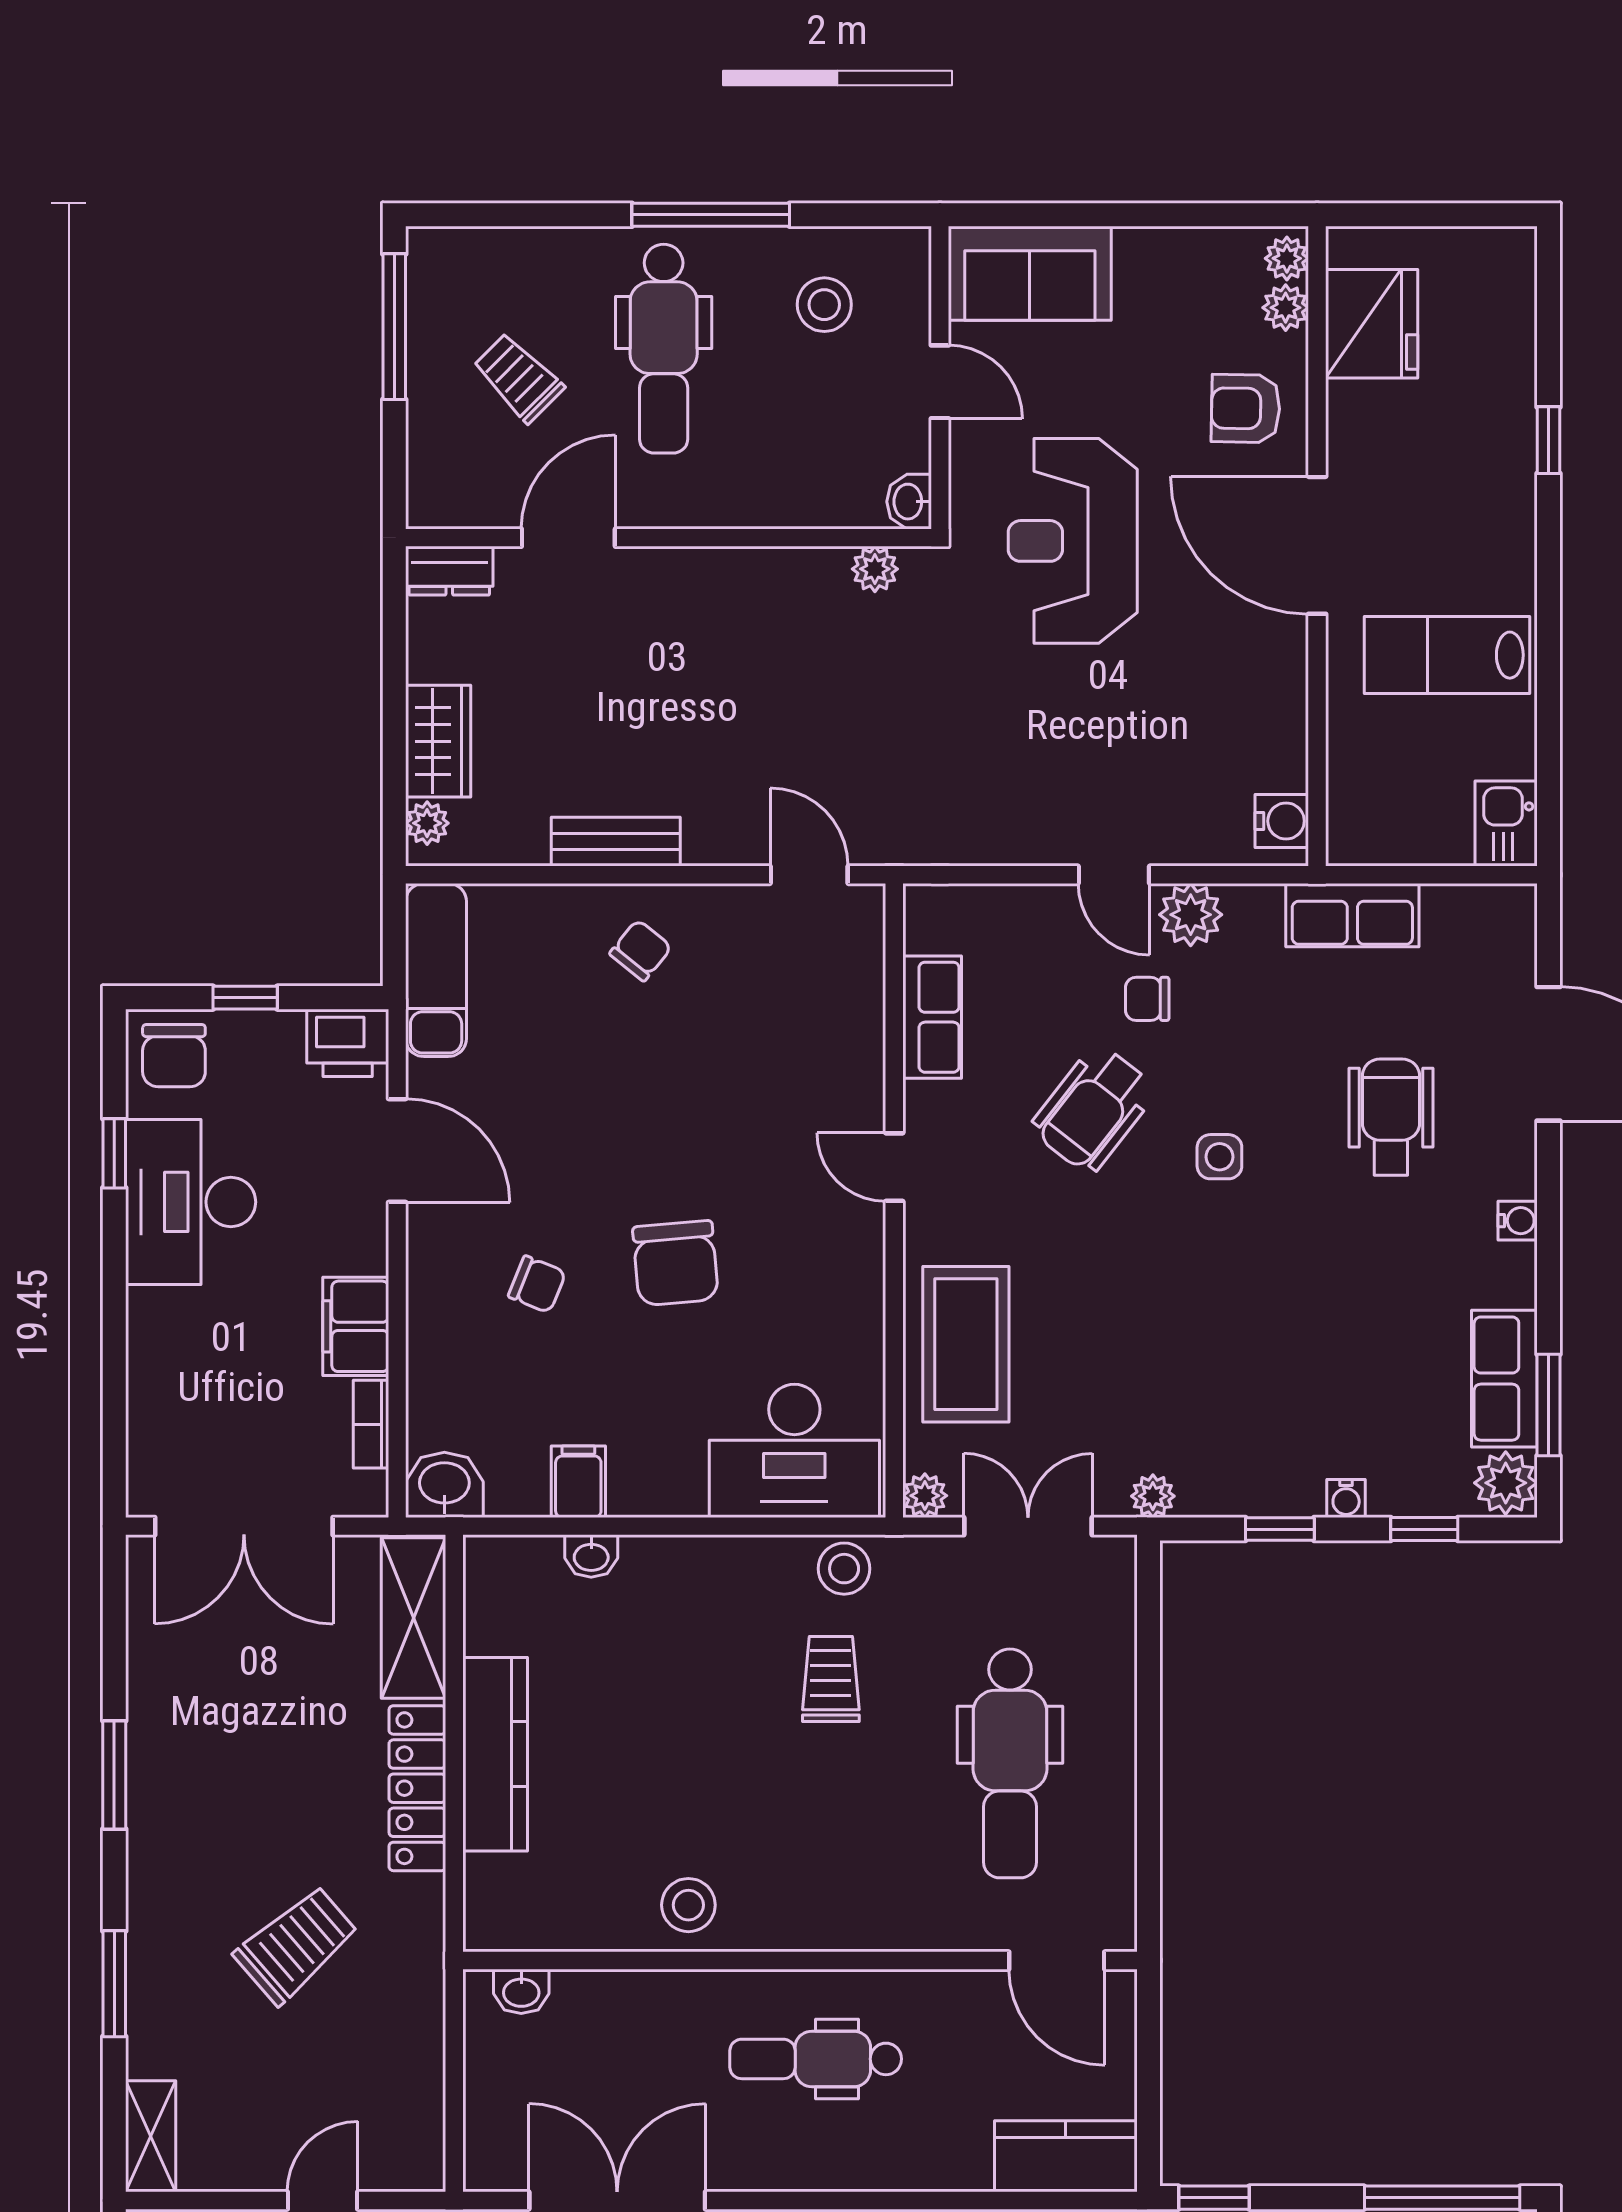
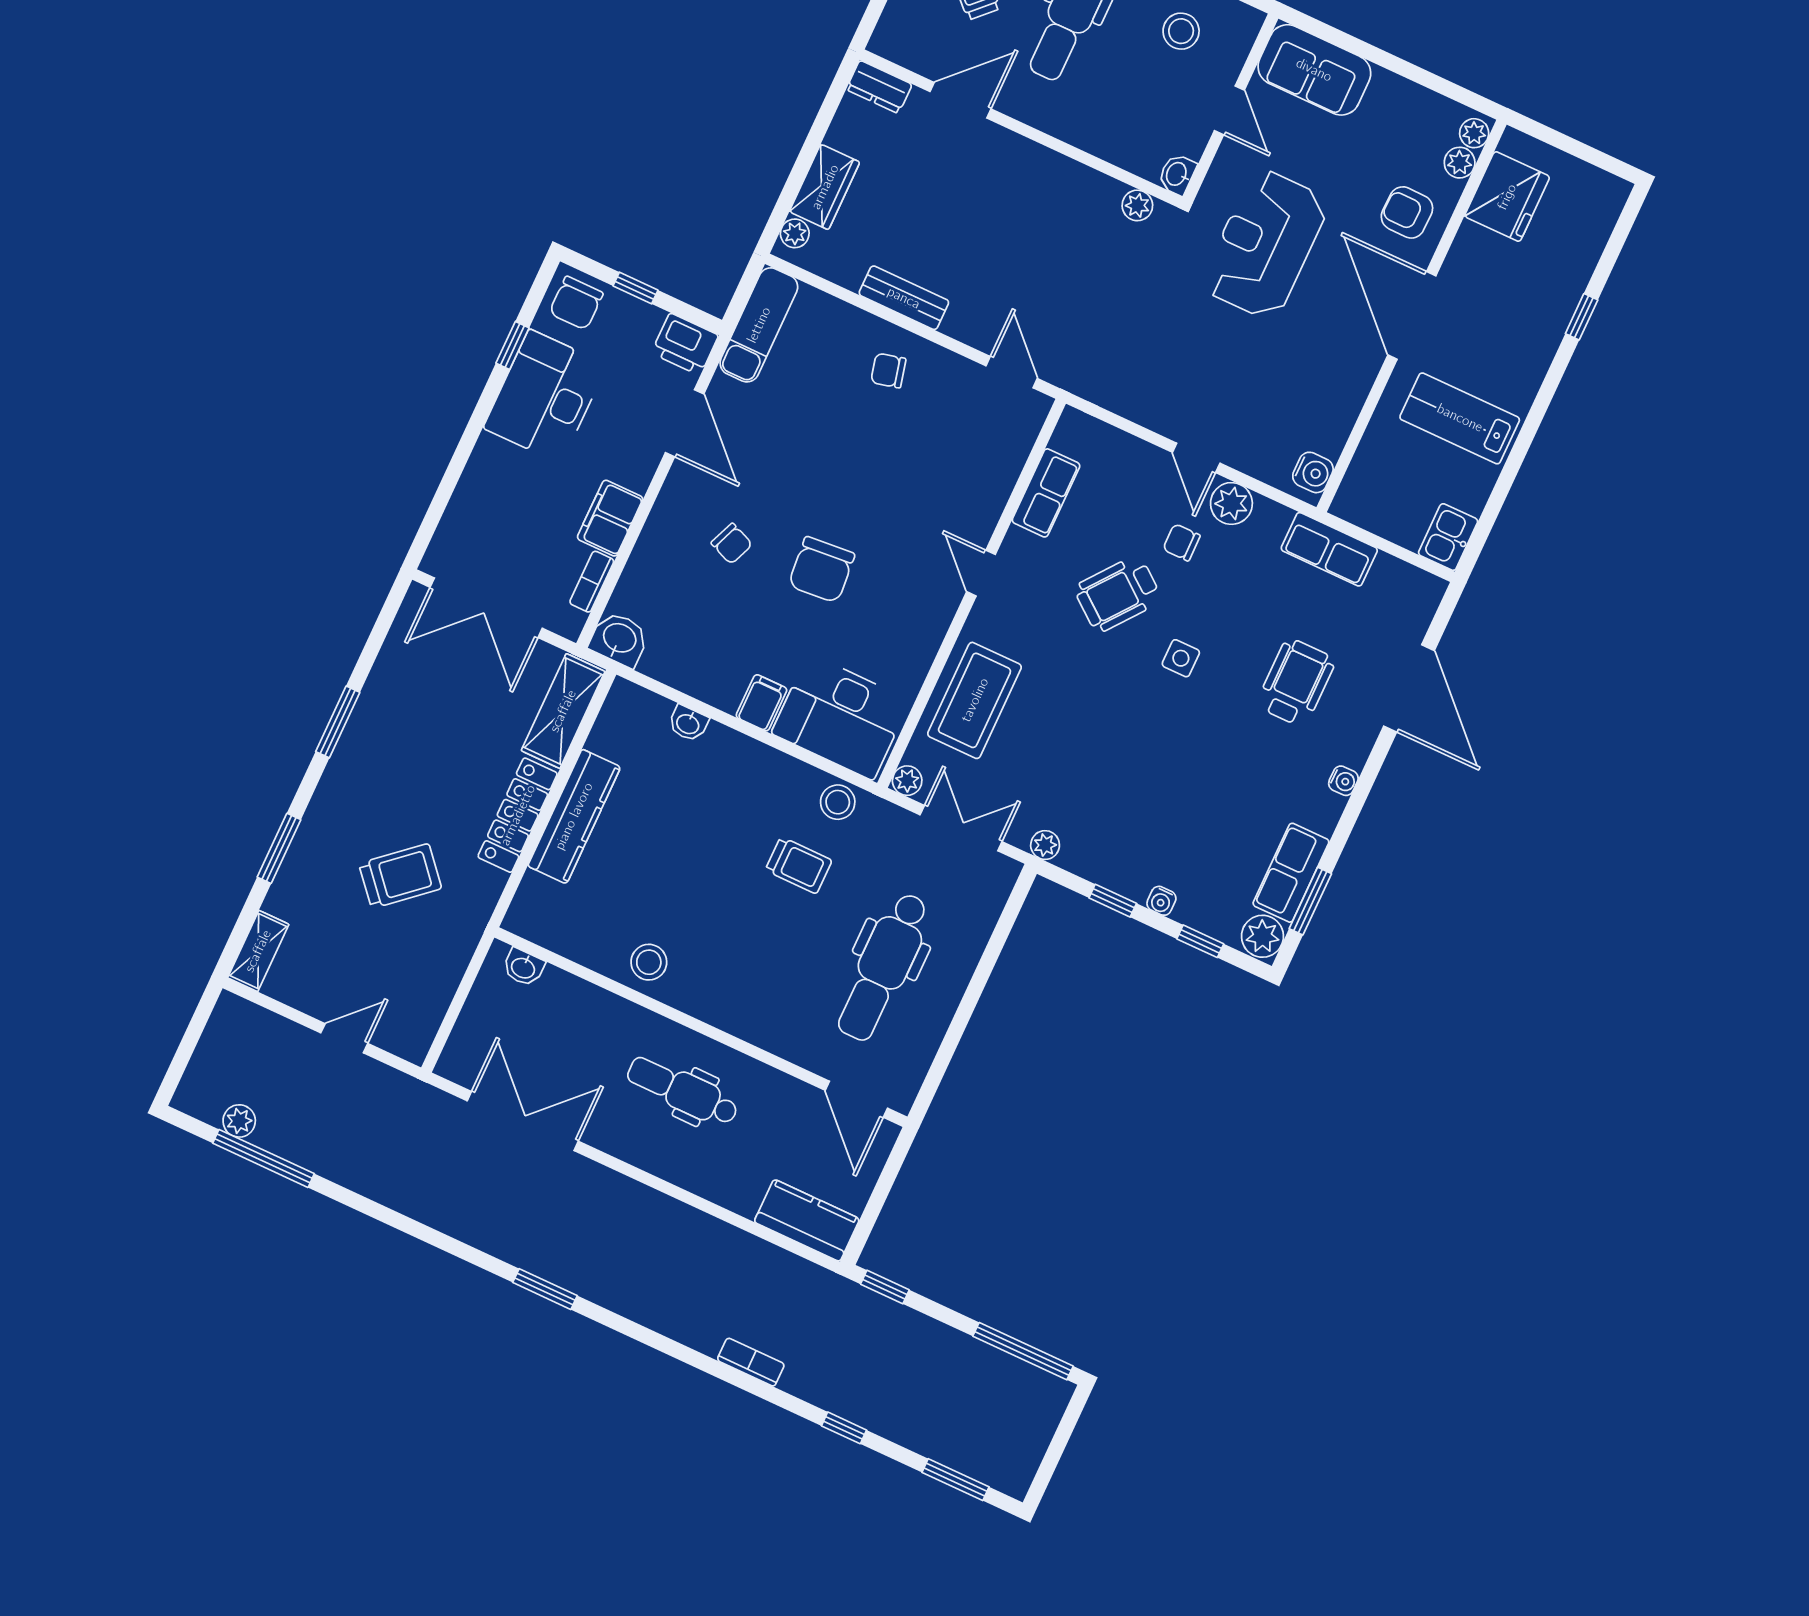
chair: (641, 950) -> (888, 371), turned -143
filing cabinet: (578, 1482) -> (761, 703), moved
trolley: (831, 1679) -> (799, 865), turned 90

